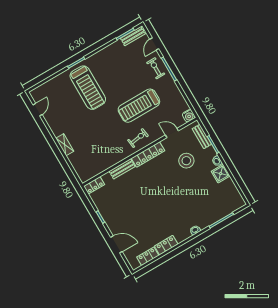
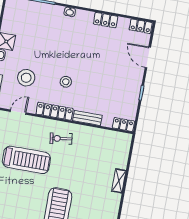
door: (172, 133) -> (18, 112), swing flipped
exercise bike: (138, 138) -> (61, 139), moved
stool: (157, 181) -> (66, 82), added
locker: (148, 256) -> (141, 26), moved

